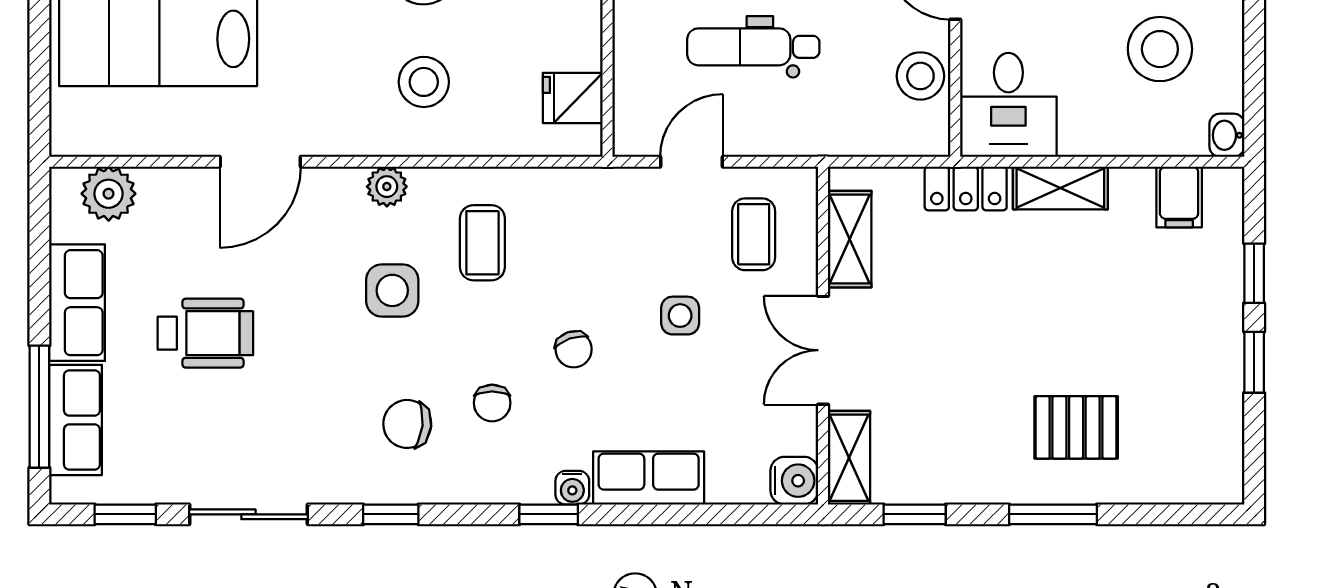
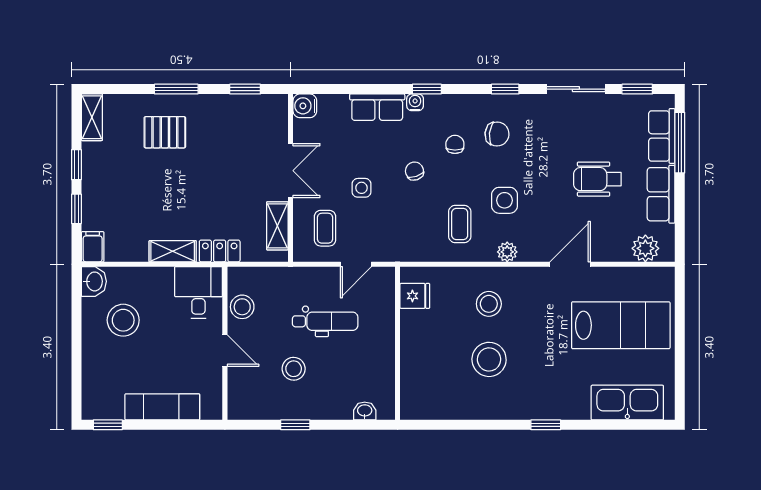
washbasin: (1227, 135) -> (94, 281), width x1.38, depth x1.45
filing cabinet: (1179, 197) -> (93, 247), moved
shelving: (849, 458) -> (92, 117), moved

